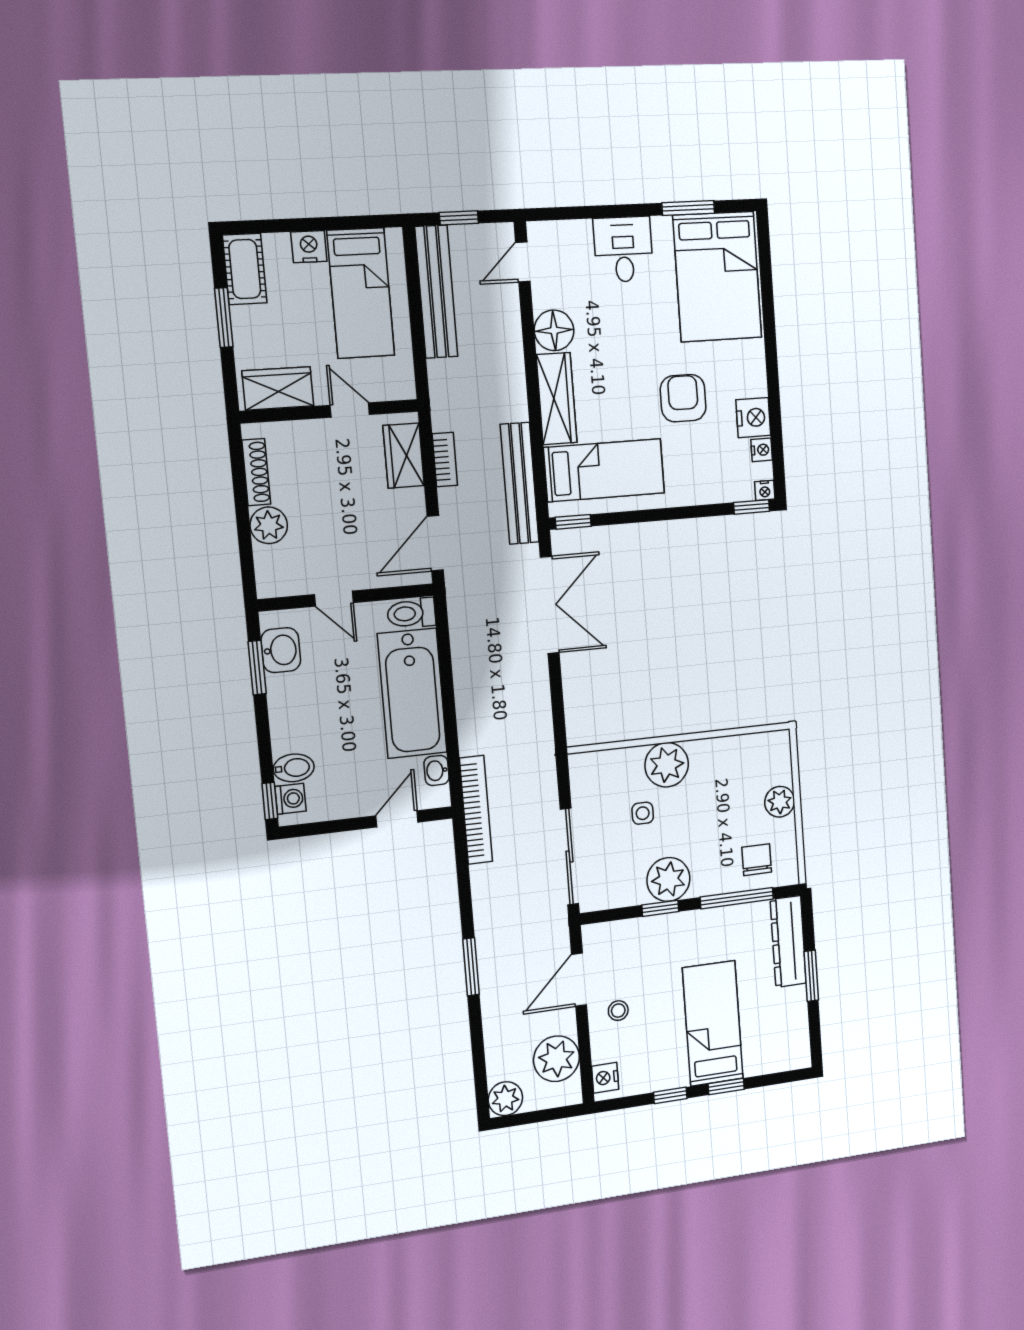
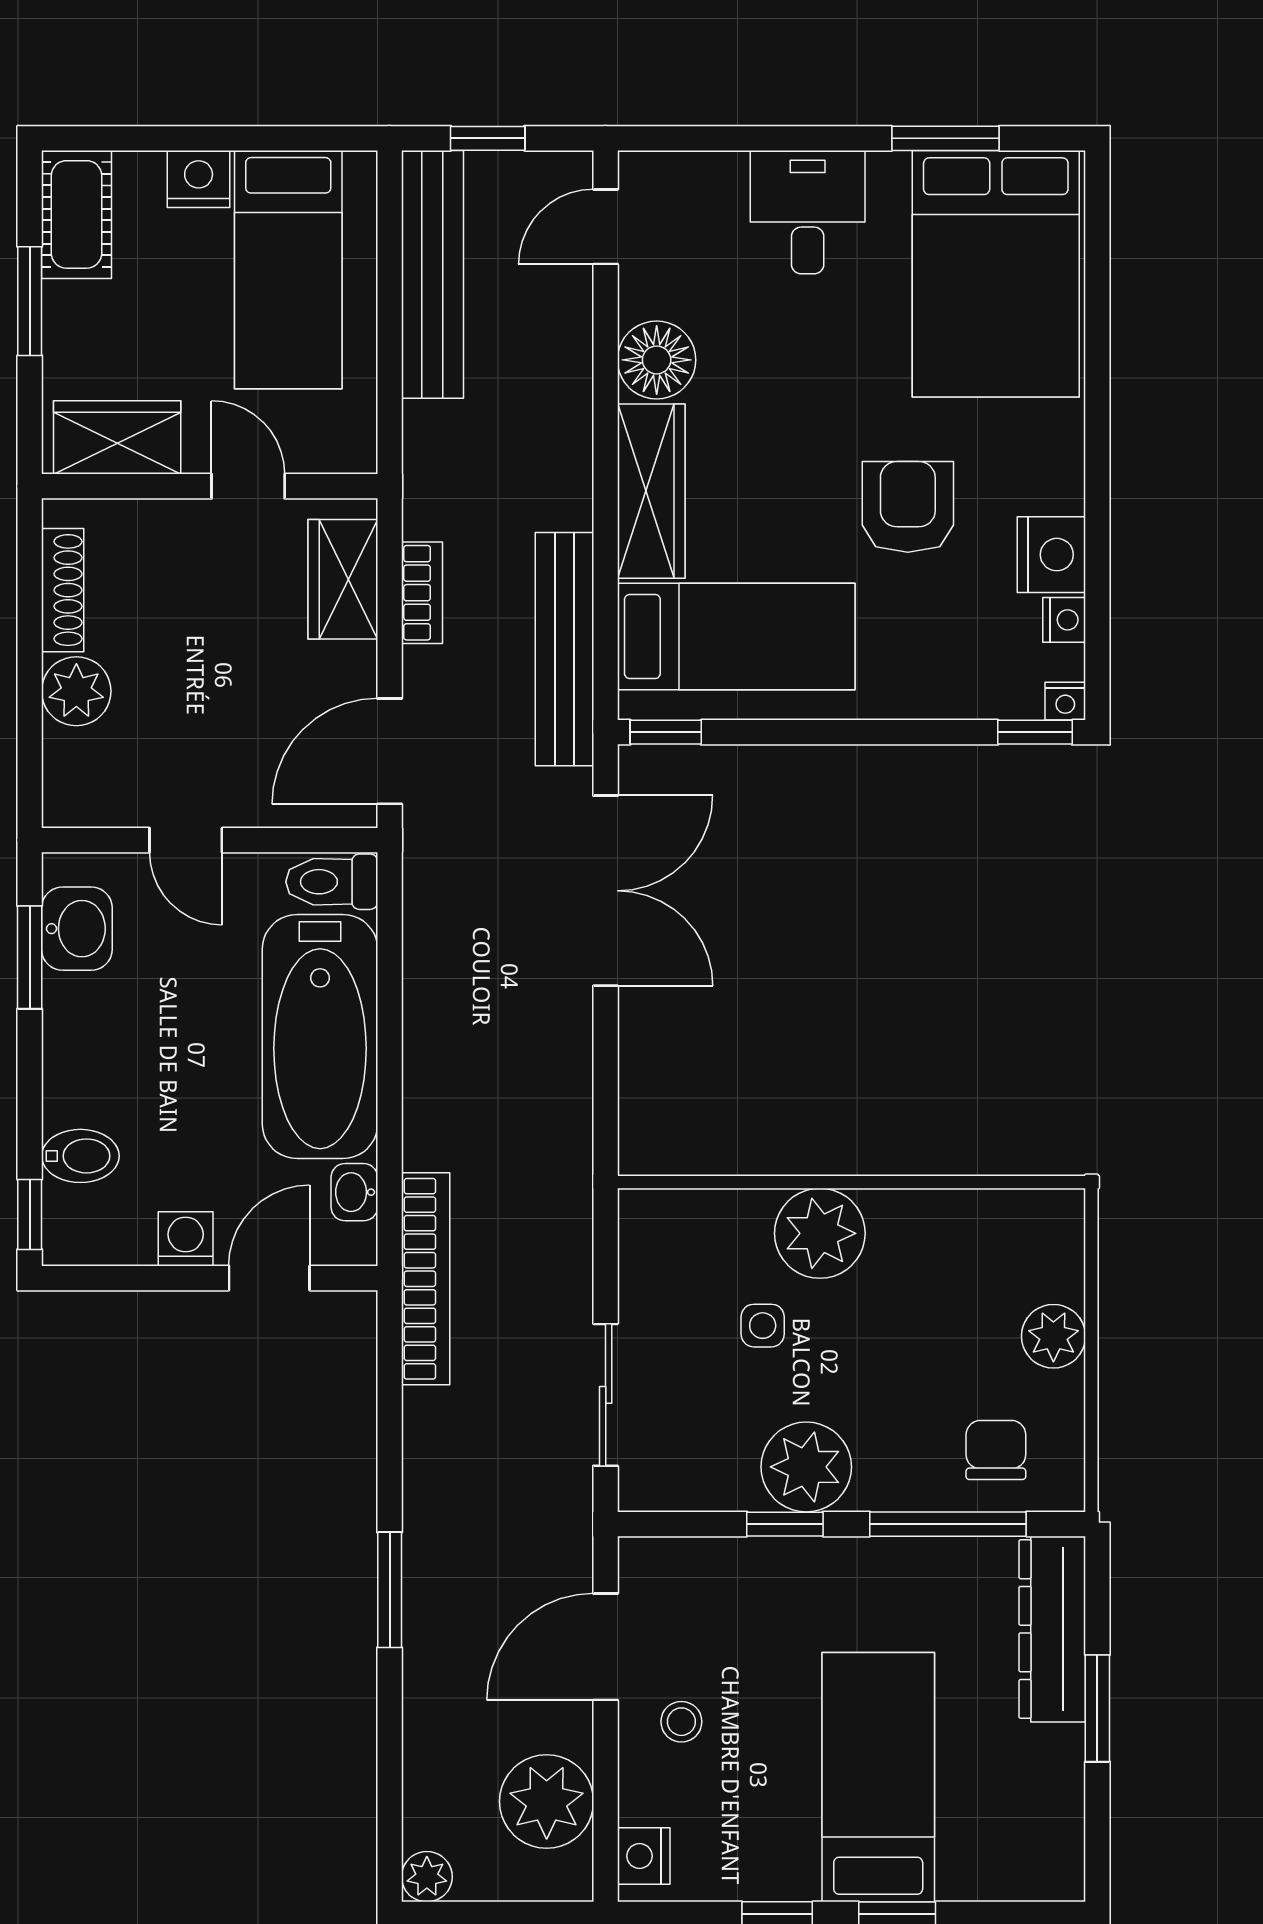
washing machine: (290, 799) -> (186, 1239), moved, turned -90
sliding door: (569, 857) -> (606, 1395), width x0.73
plant: (505, 1099) -> (427, 1877), width x0.73, depth x0.73

